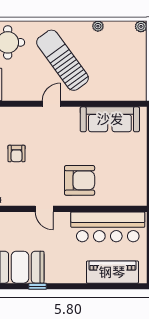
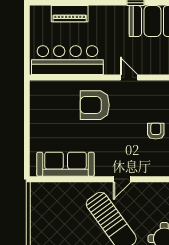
piano: (112, 272) -> (70, 14), width x0.73, depth x0.75

